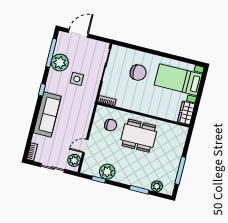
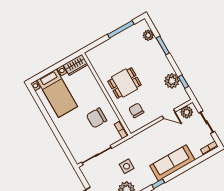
chair: (138, 73) -> (97, 118), moved, turned -90
dining table: (139, 136) -> (124, 83), width x0.73

